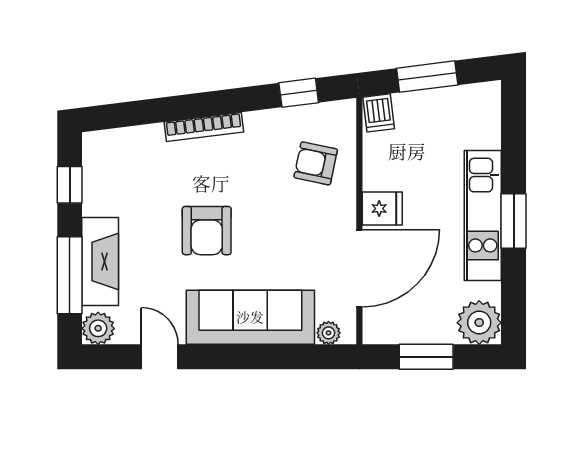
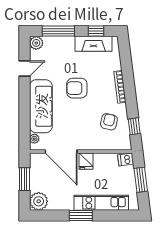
armchair: (316, 163) -> (109, 122), moved
kitchen unit: (483, 215) -> (101, 203), moved
fireplace: (100, 261) -> (94, 44), moved

